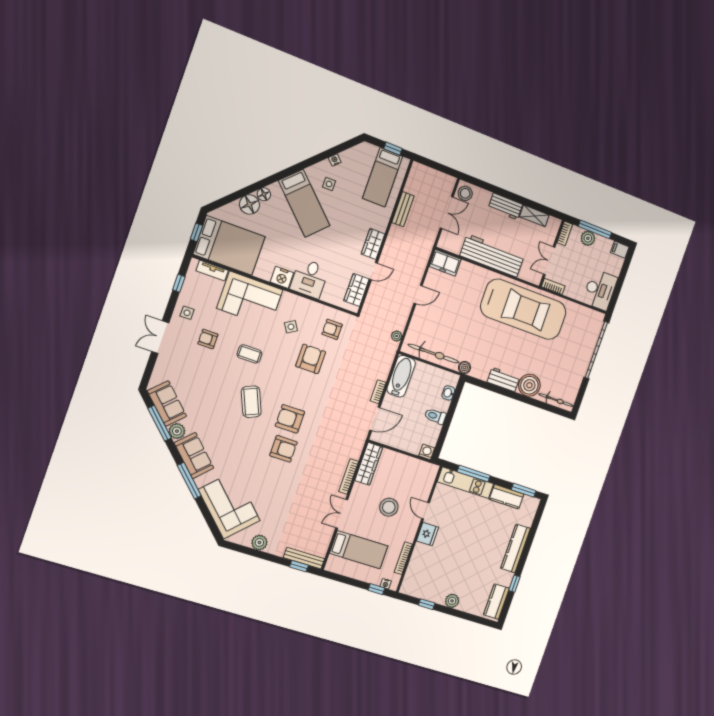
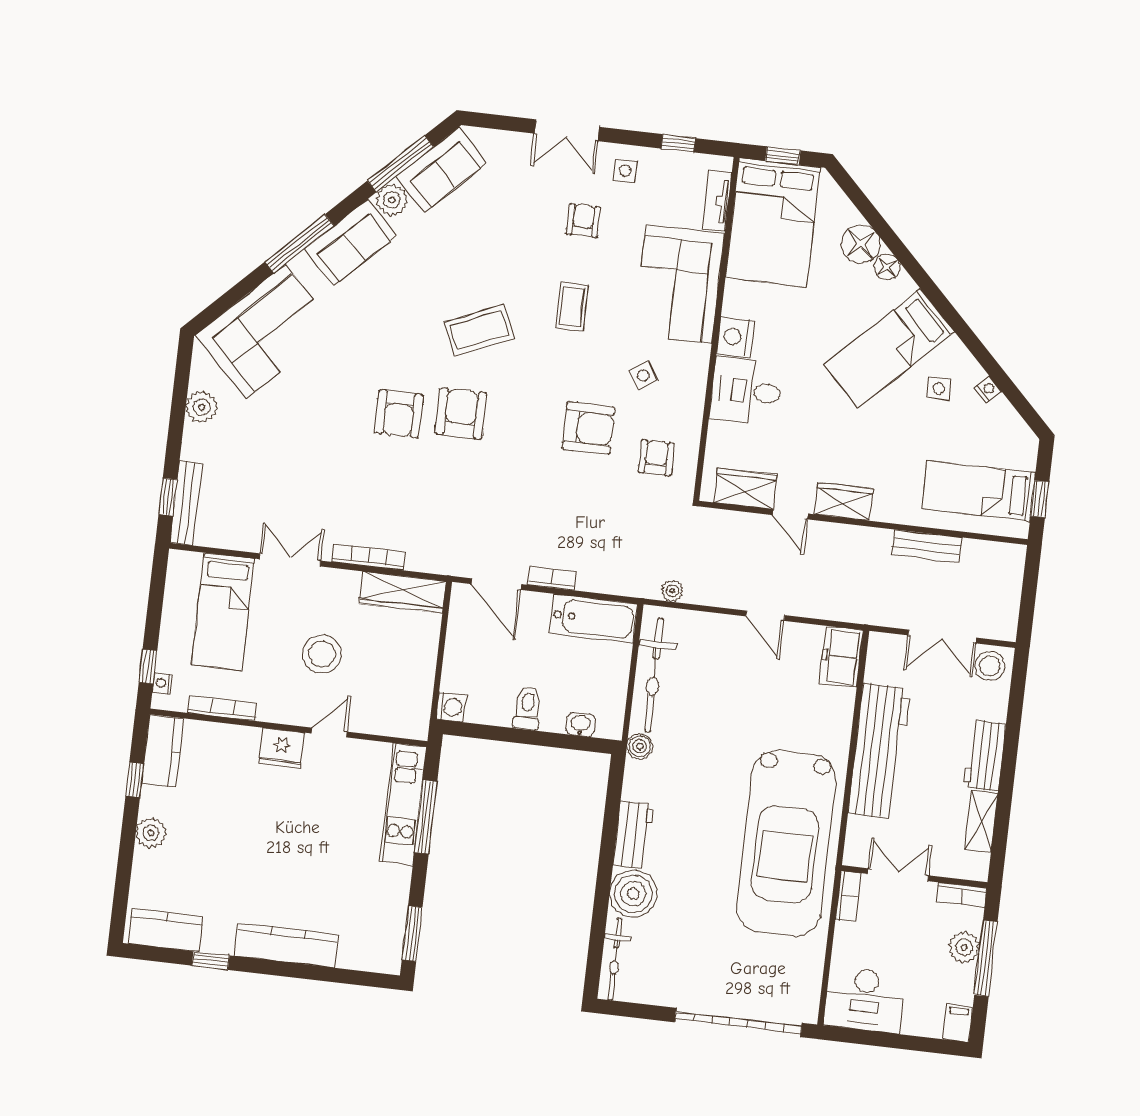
double door: (160, 337) -> (567, 130), swing flipped
kitchen counter: (507, 497) -> (163, 751), moved, turned 180

